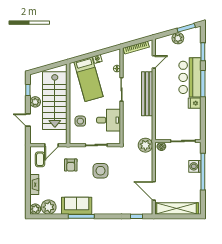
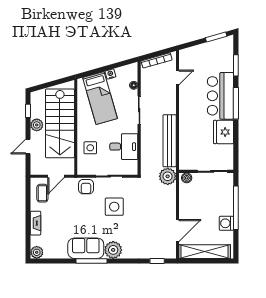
plant: (178, 38) -> (206, 49), removed
bench: (147, 94) -> (170, 141), moved
fridge: (195, 103) -> (224, 132), width x1.88, depth x1.34
door: (28, 120) -> (28, 147), hinge flipped
armchair: (71, 165) -> (86, 187), moved
washing machine: (195, 166) -> (226, 223), moved
door: (154, 191) -> (177, 231), swing flipped
plant: (49, 207) -> (113, 250), moved

